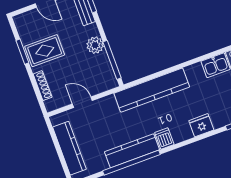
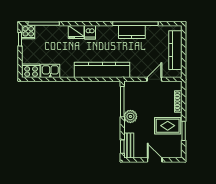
door: (82, 102) -> (154, 79), swing flipped
dishwasher: (164, 139) -> (90, 32), moved
kitchen counter: (132, 151) -> (132, 32), width x0.67

